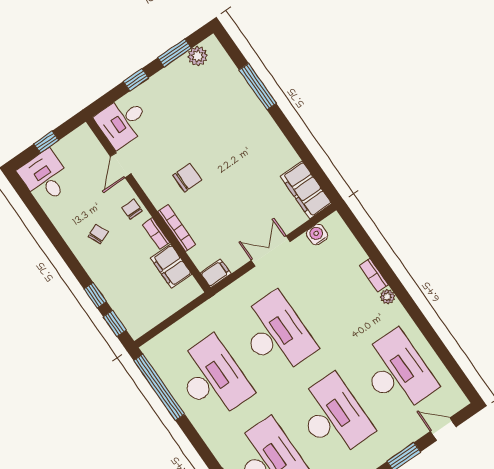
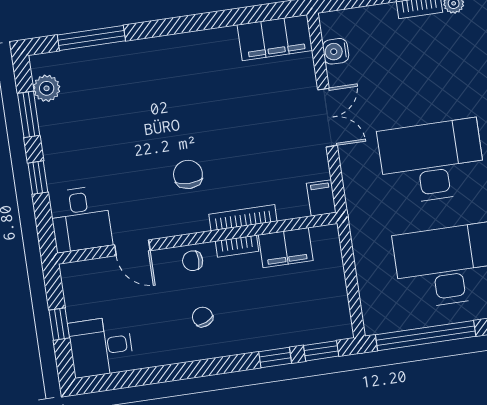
window: (258, 87) -> (91, 38), moved
double door: (271, 251) -> (328, 118), swing flipped

